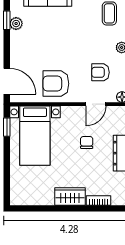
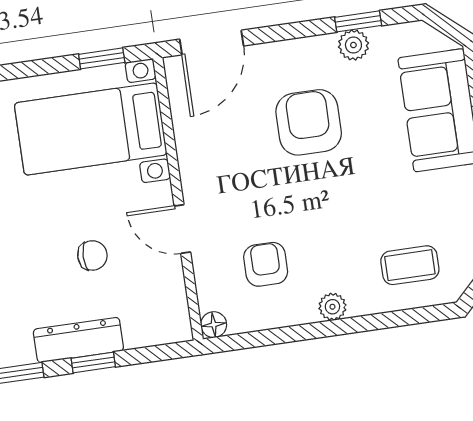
armchair: (56, 84) -> (309, 122), moved
door: (96, 104) -> (182, 229), moved

